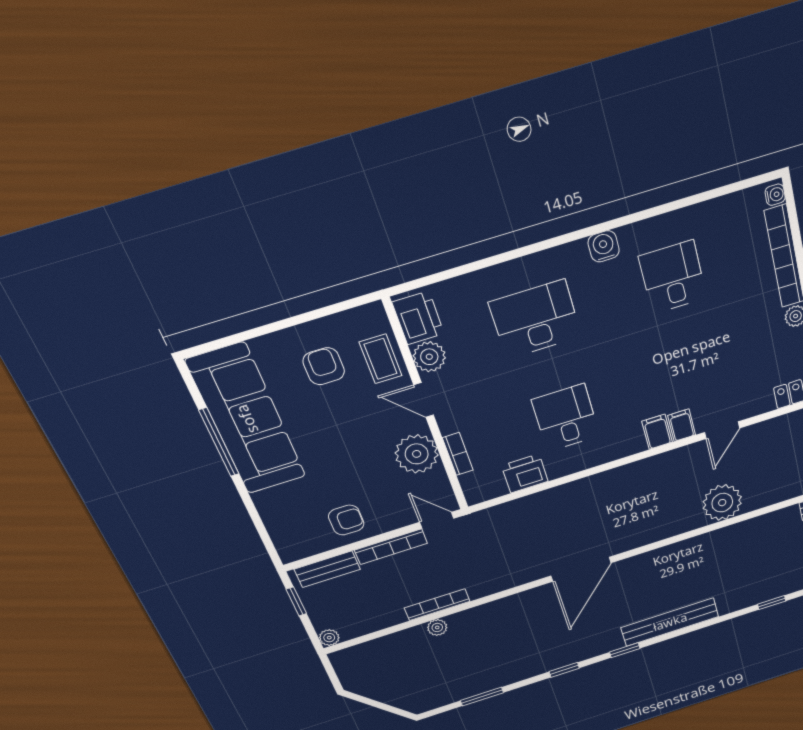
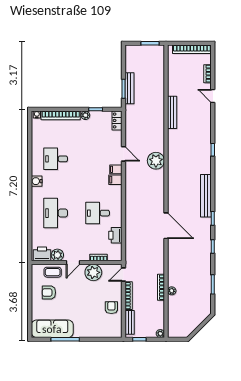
sofa: (247, 419) -> (52, 329), width x0.74, depth x0.79

